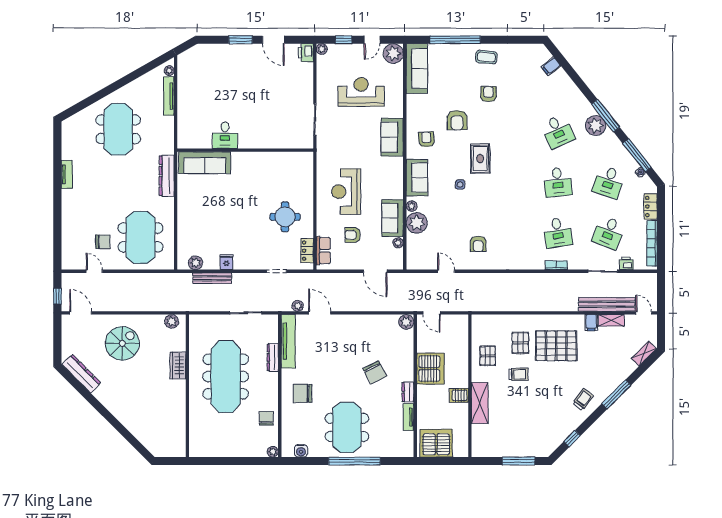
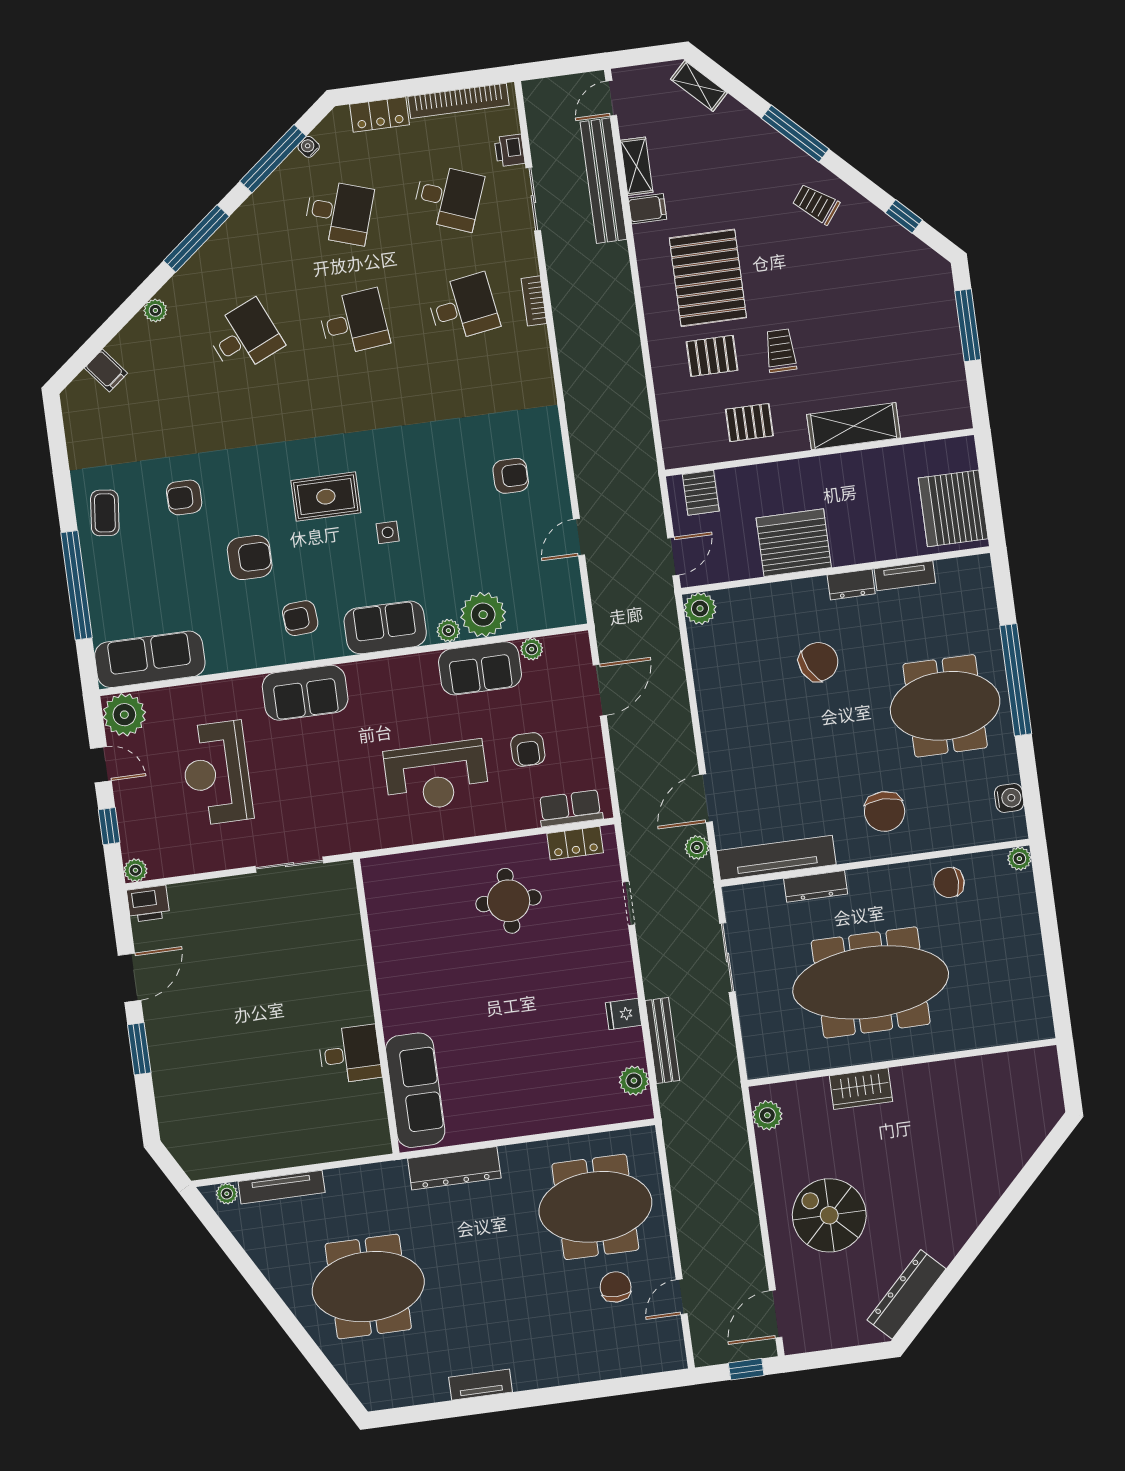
plant: (596, 126) -> (155, 310), moved, width x0.53, depth x0.53
server rack: (459, 395) -> (701, 493), moved

